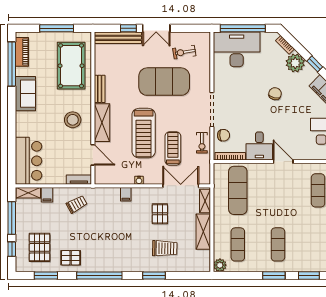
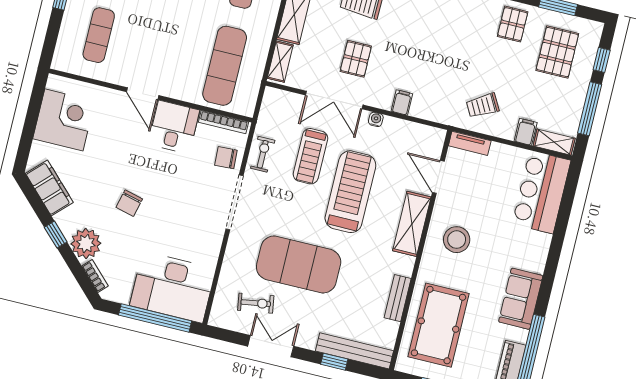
double door: (156, 28) -> (271, 346), moved
bench: (100, 89) -> (398, 298), moved
double door: (181, 186) -> (334, 100), moved
pallet: (71, 258) -> (513, 24), turned 90

